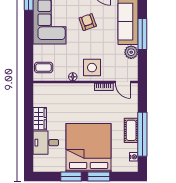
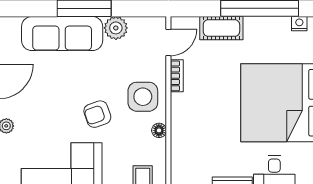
armchair: (88, 22) -> (97, 114), moved
cot: (131, 130) -> (221, 28), moved

